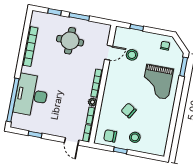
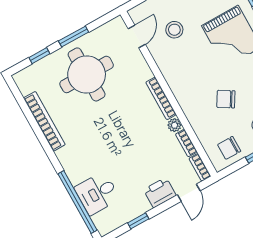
round table: (70, 41) -> (87, 74), width x1.36, depth x1.36
door: (109, 53) -> (137, 37), moved
desk: (31, 95) -> (97, 193), width x0.53, depth x0.77
printer: (57, 129) -> (160, 193), added
door: (72, 141) -> (189, 193), hinge flipped

